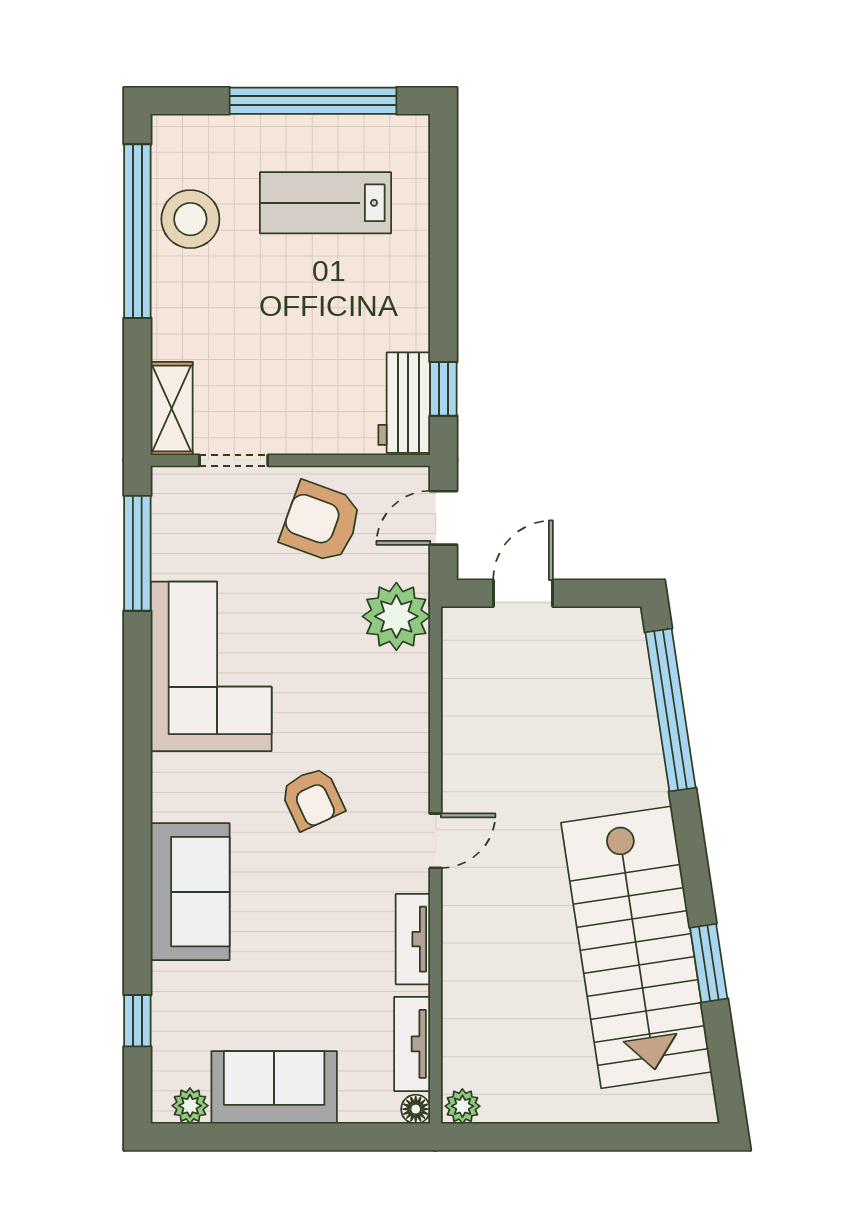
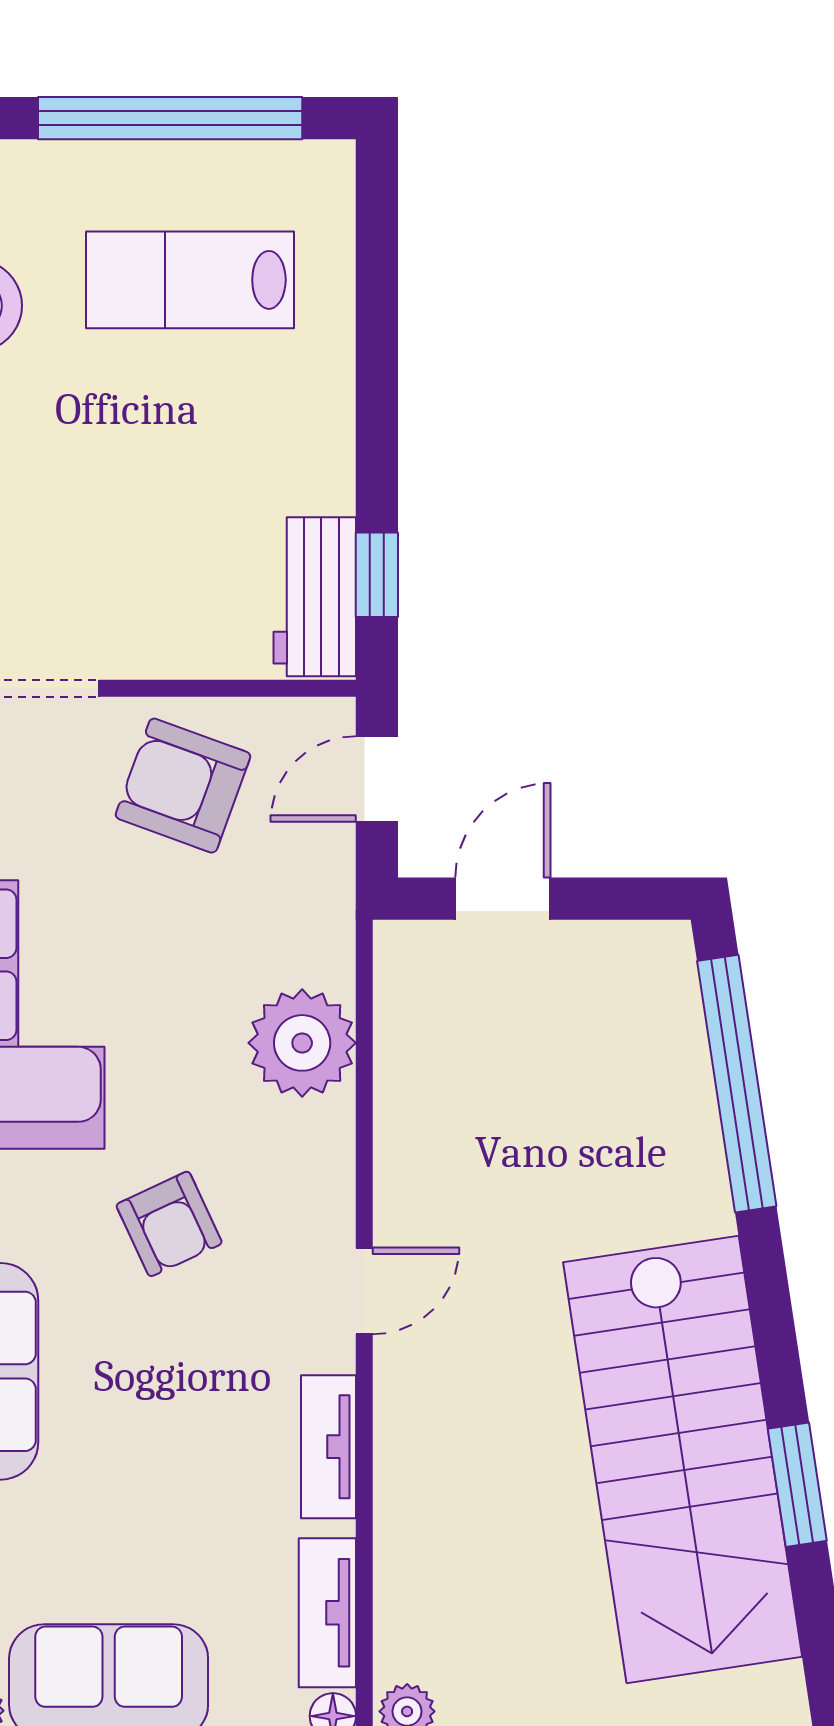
plant: (396, 616) -> (302, 1043), moved

